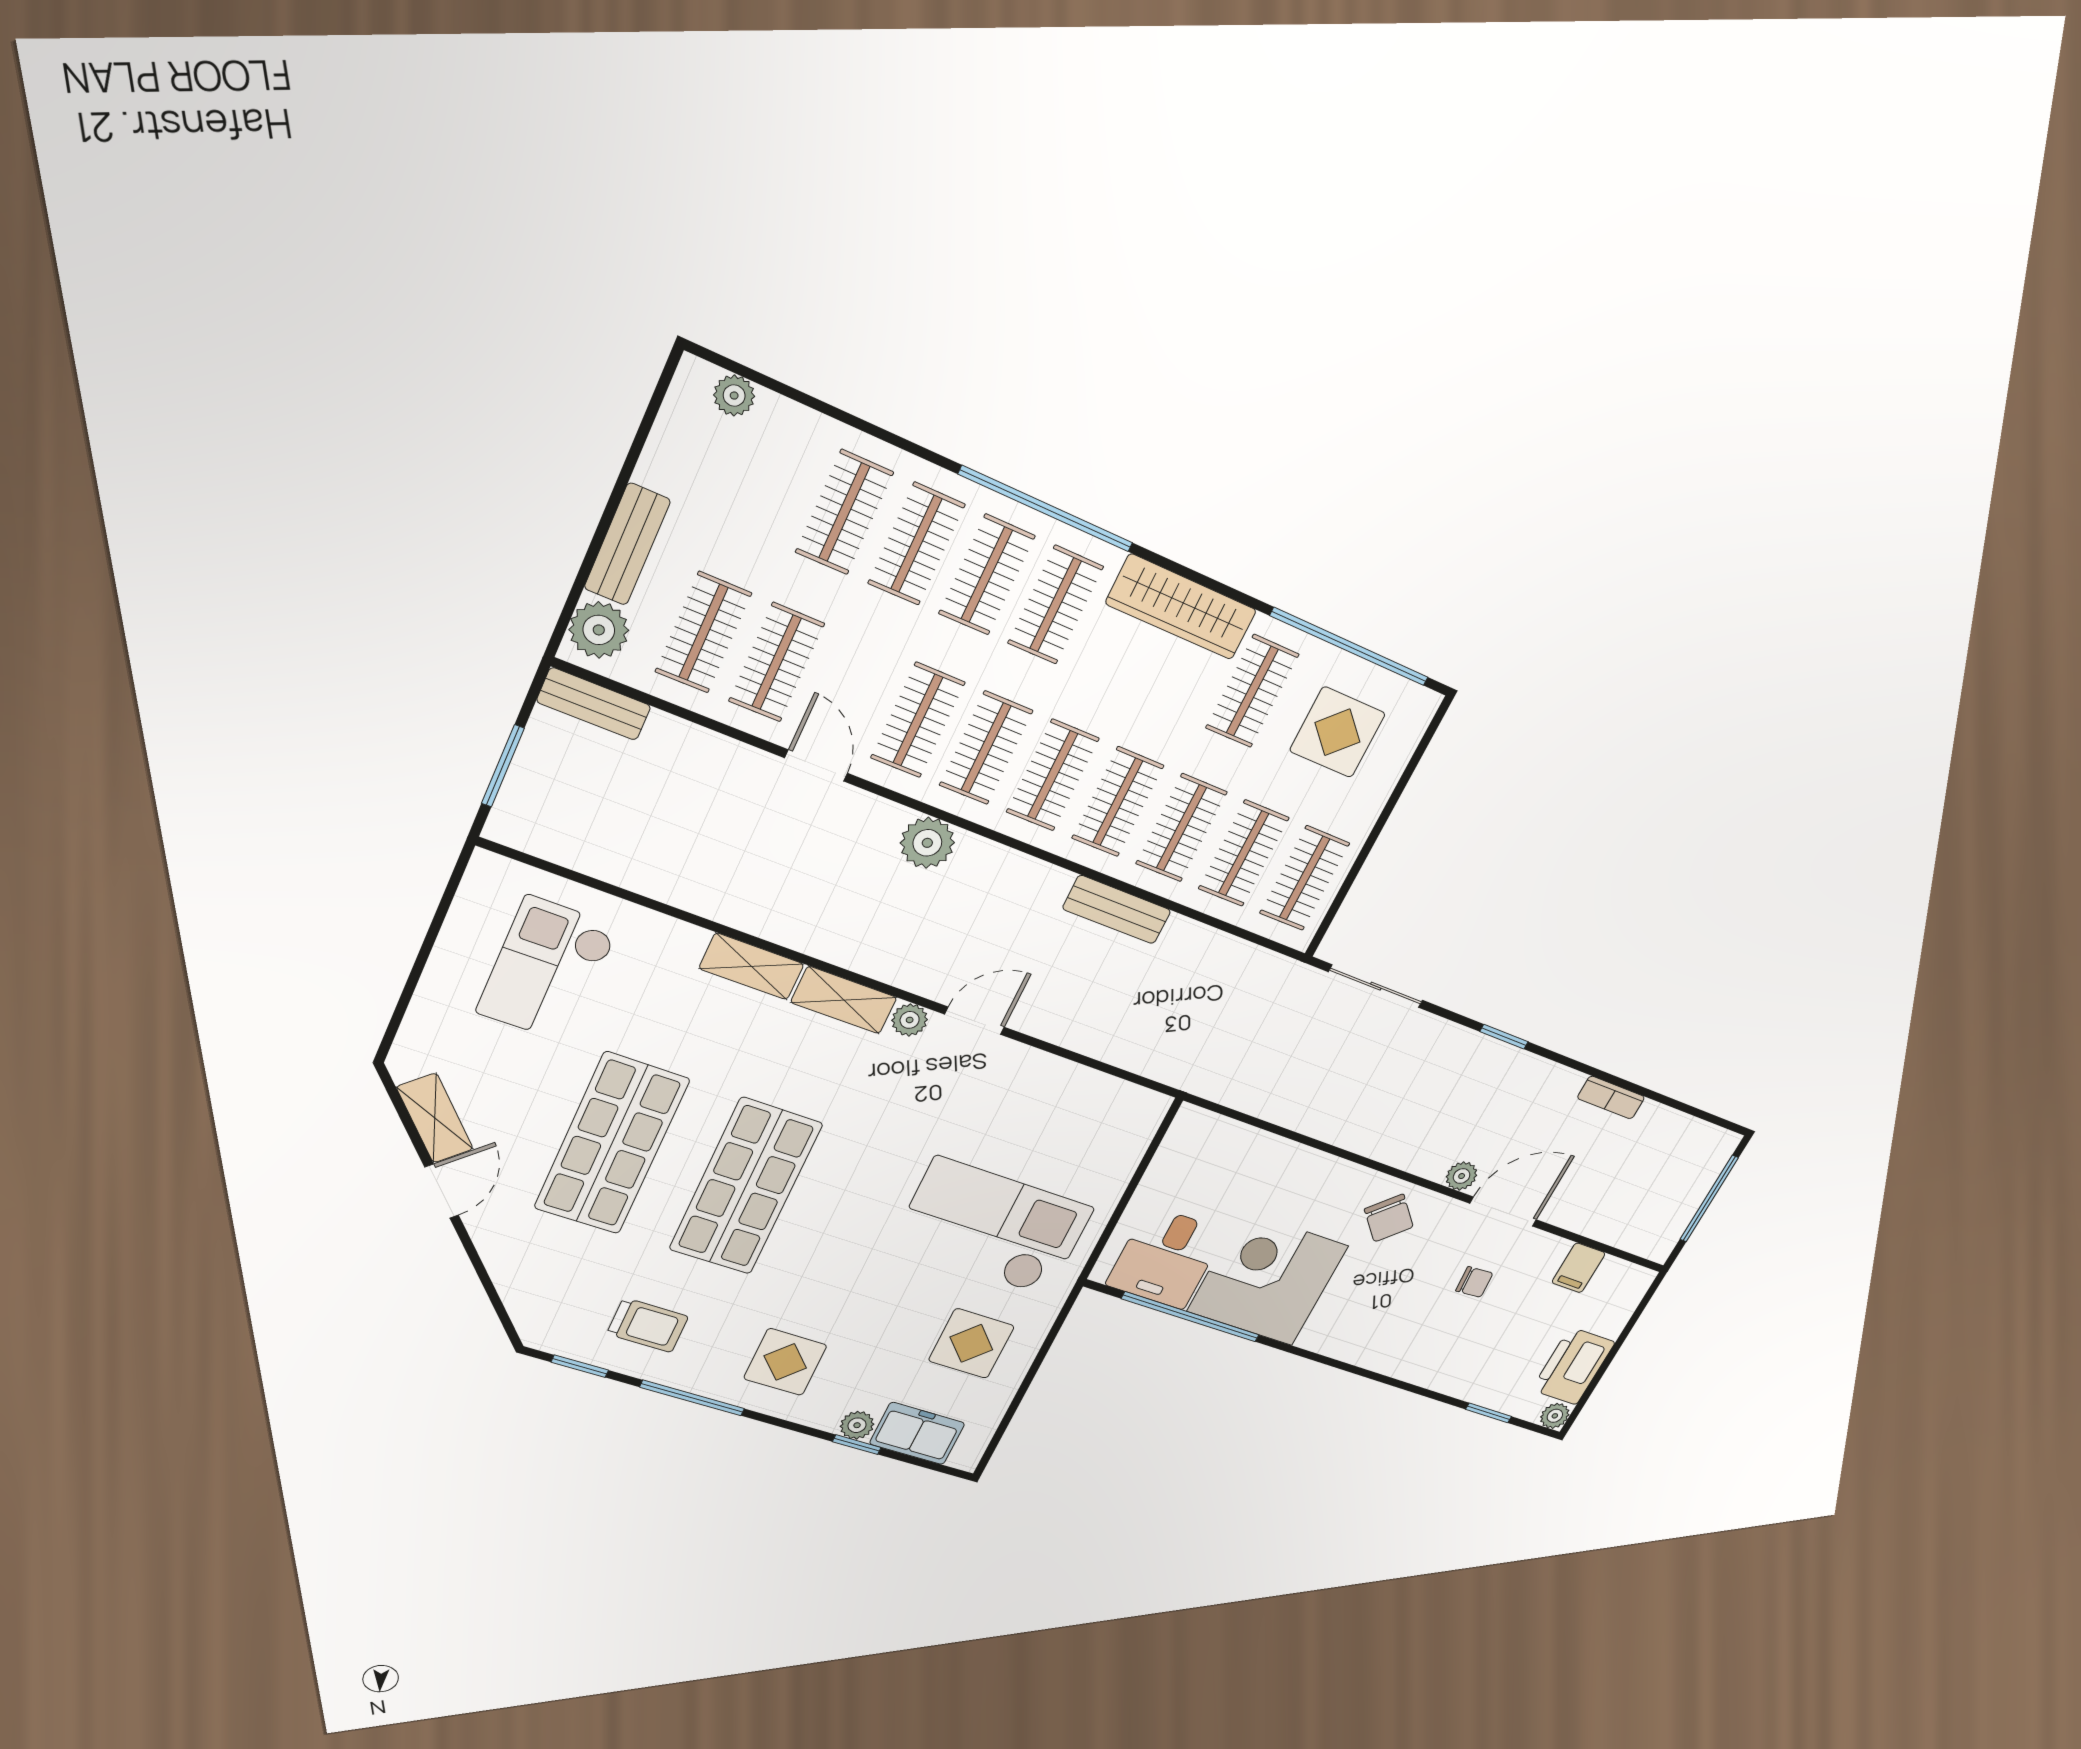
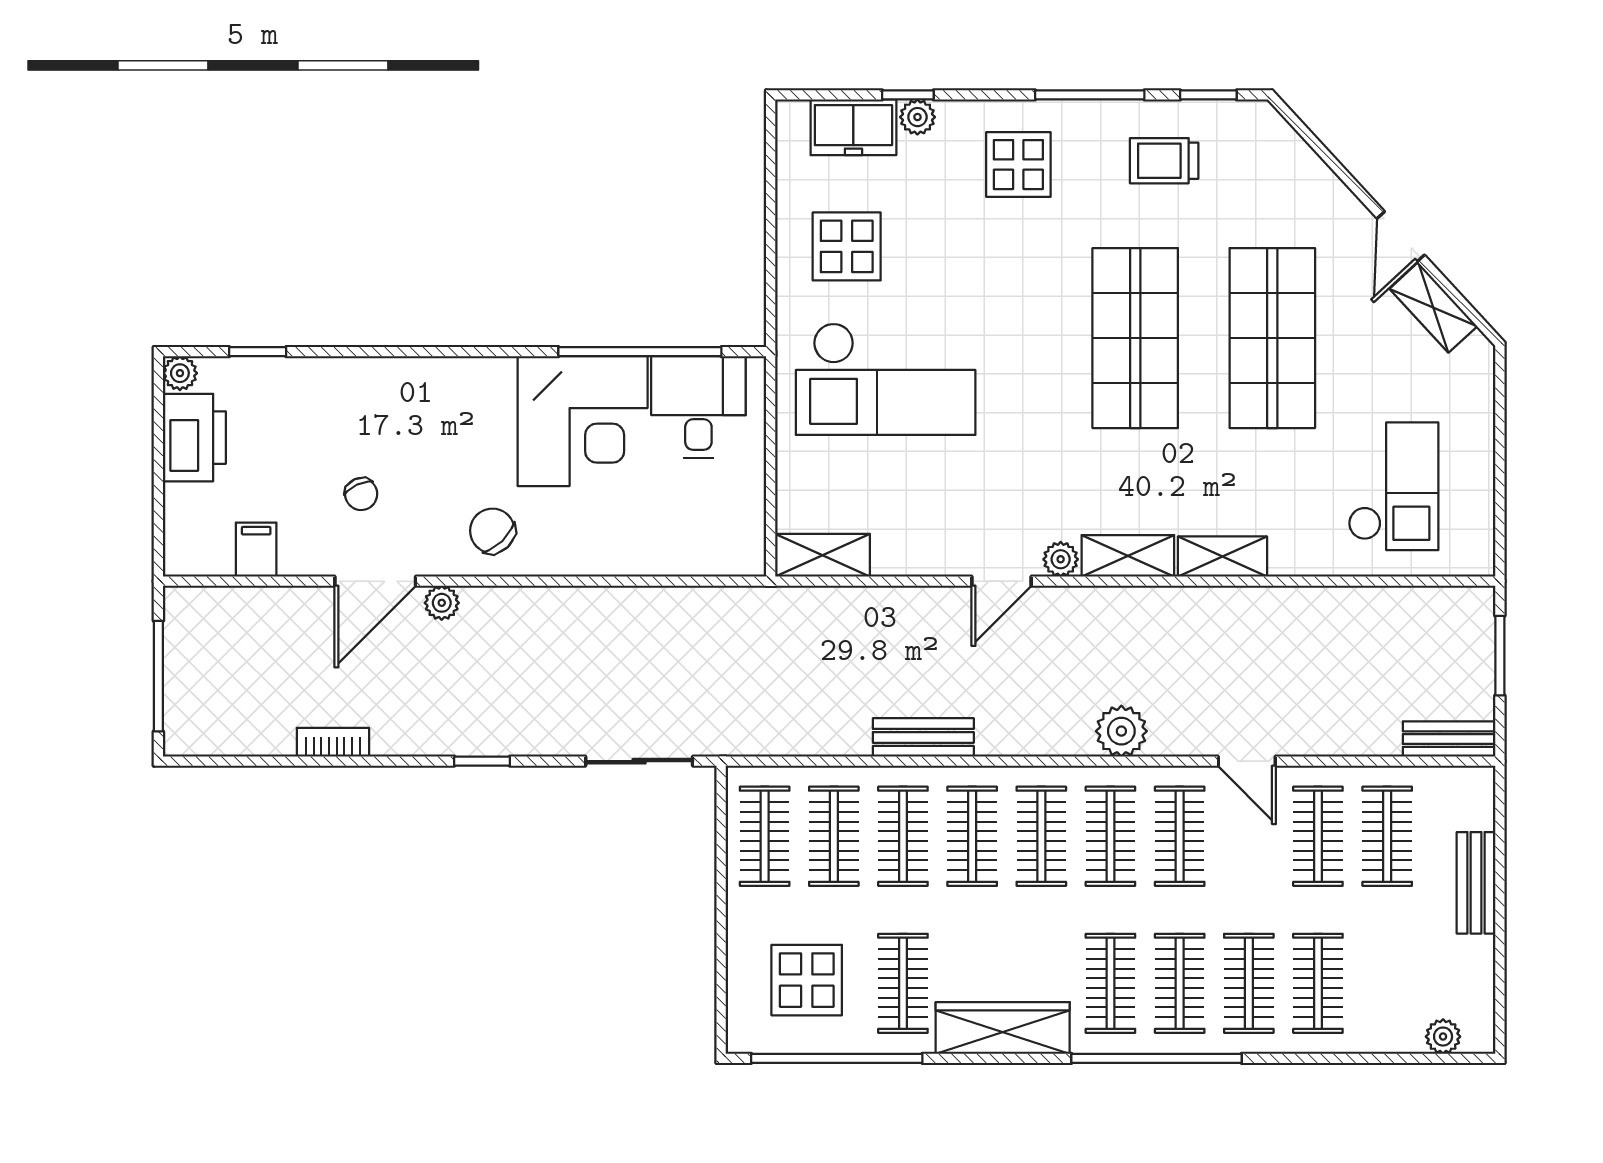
plant: (599, 630) -> (1470, 803), removed
shelving: (1125, 1101) -> (823, 555), added
chair: (1474, 1282) -> (361, 494), turned -111

